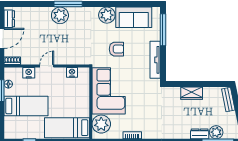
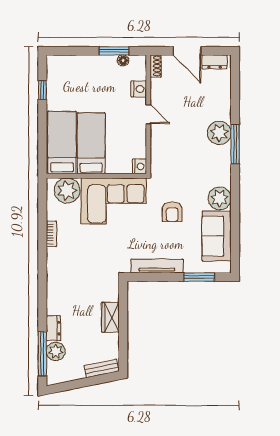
window: (163, 30) -> (199, 277), width x0.69
nightstand: (72, 72) -> (139, 166), moved
bed: (26, 106) -> (91, 143), moved, turned 180

